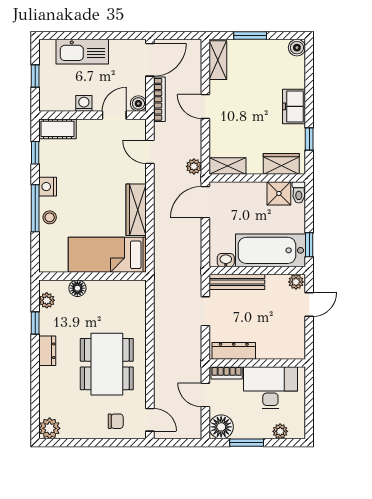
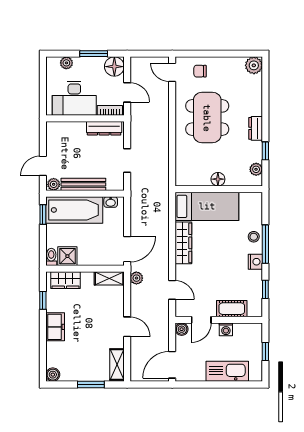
bookcase: (159, 99) -> (165, 333), removed
cot: (57, 129) -> (232, 309), moved
bench: (237, 282) -> (83, 184), moved
floor lamp: (77, 288) -> (218, 179), moved

